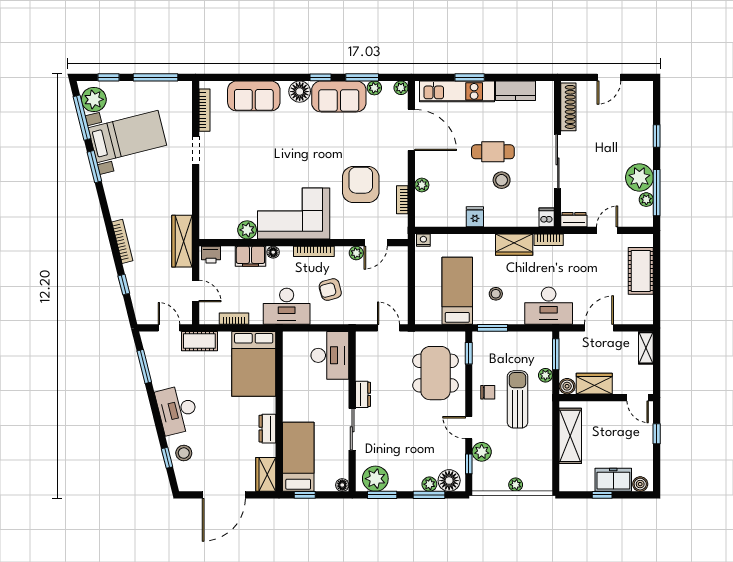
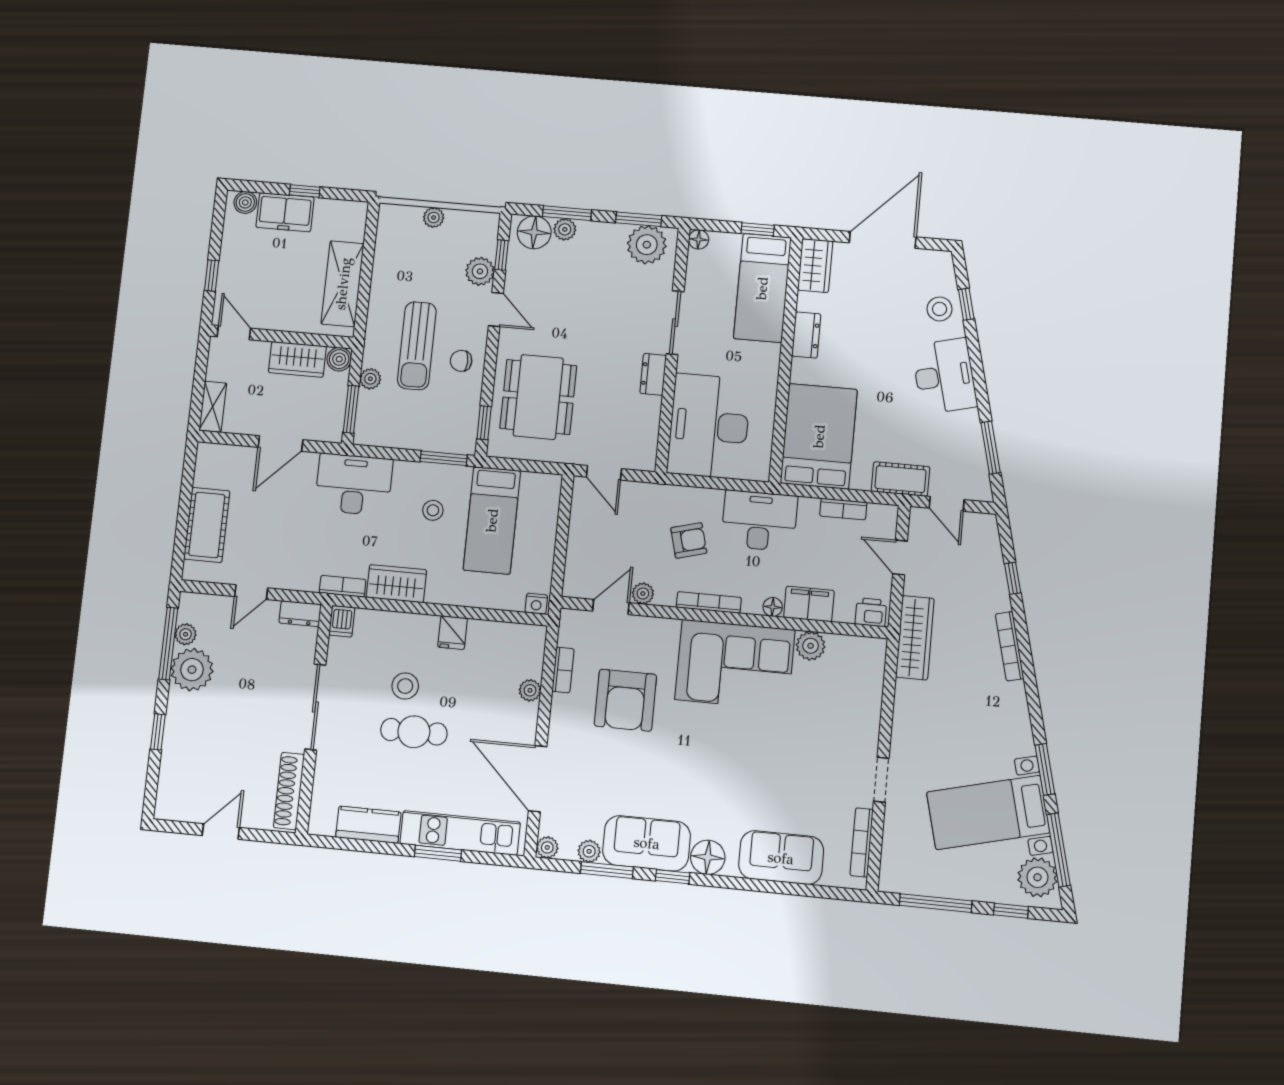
desk: (330, 355) -> (709, 426), width x1.36, depth x1.30

